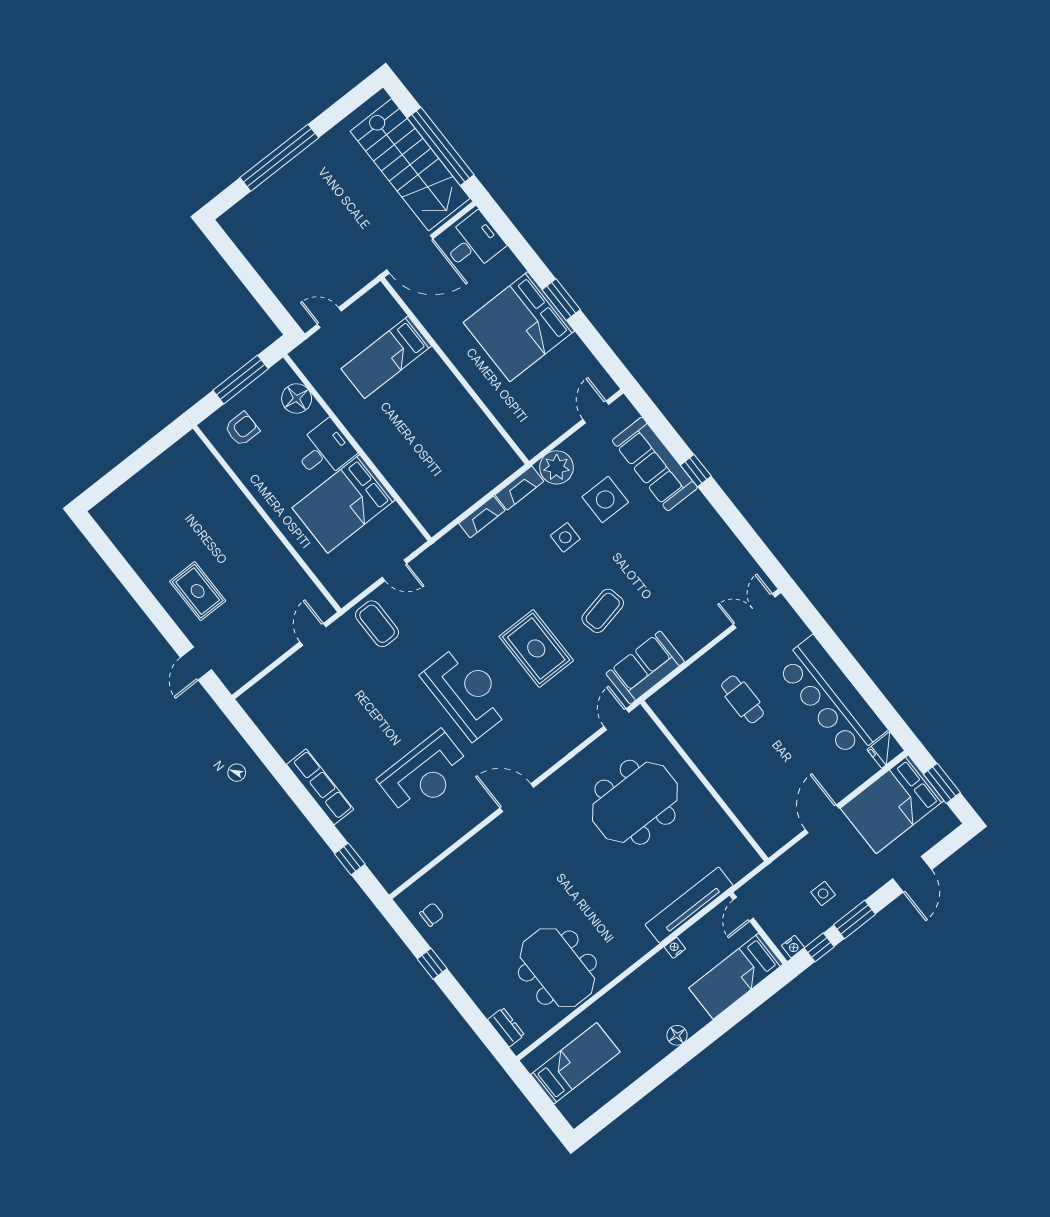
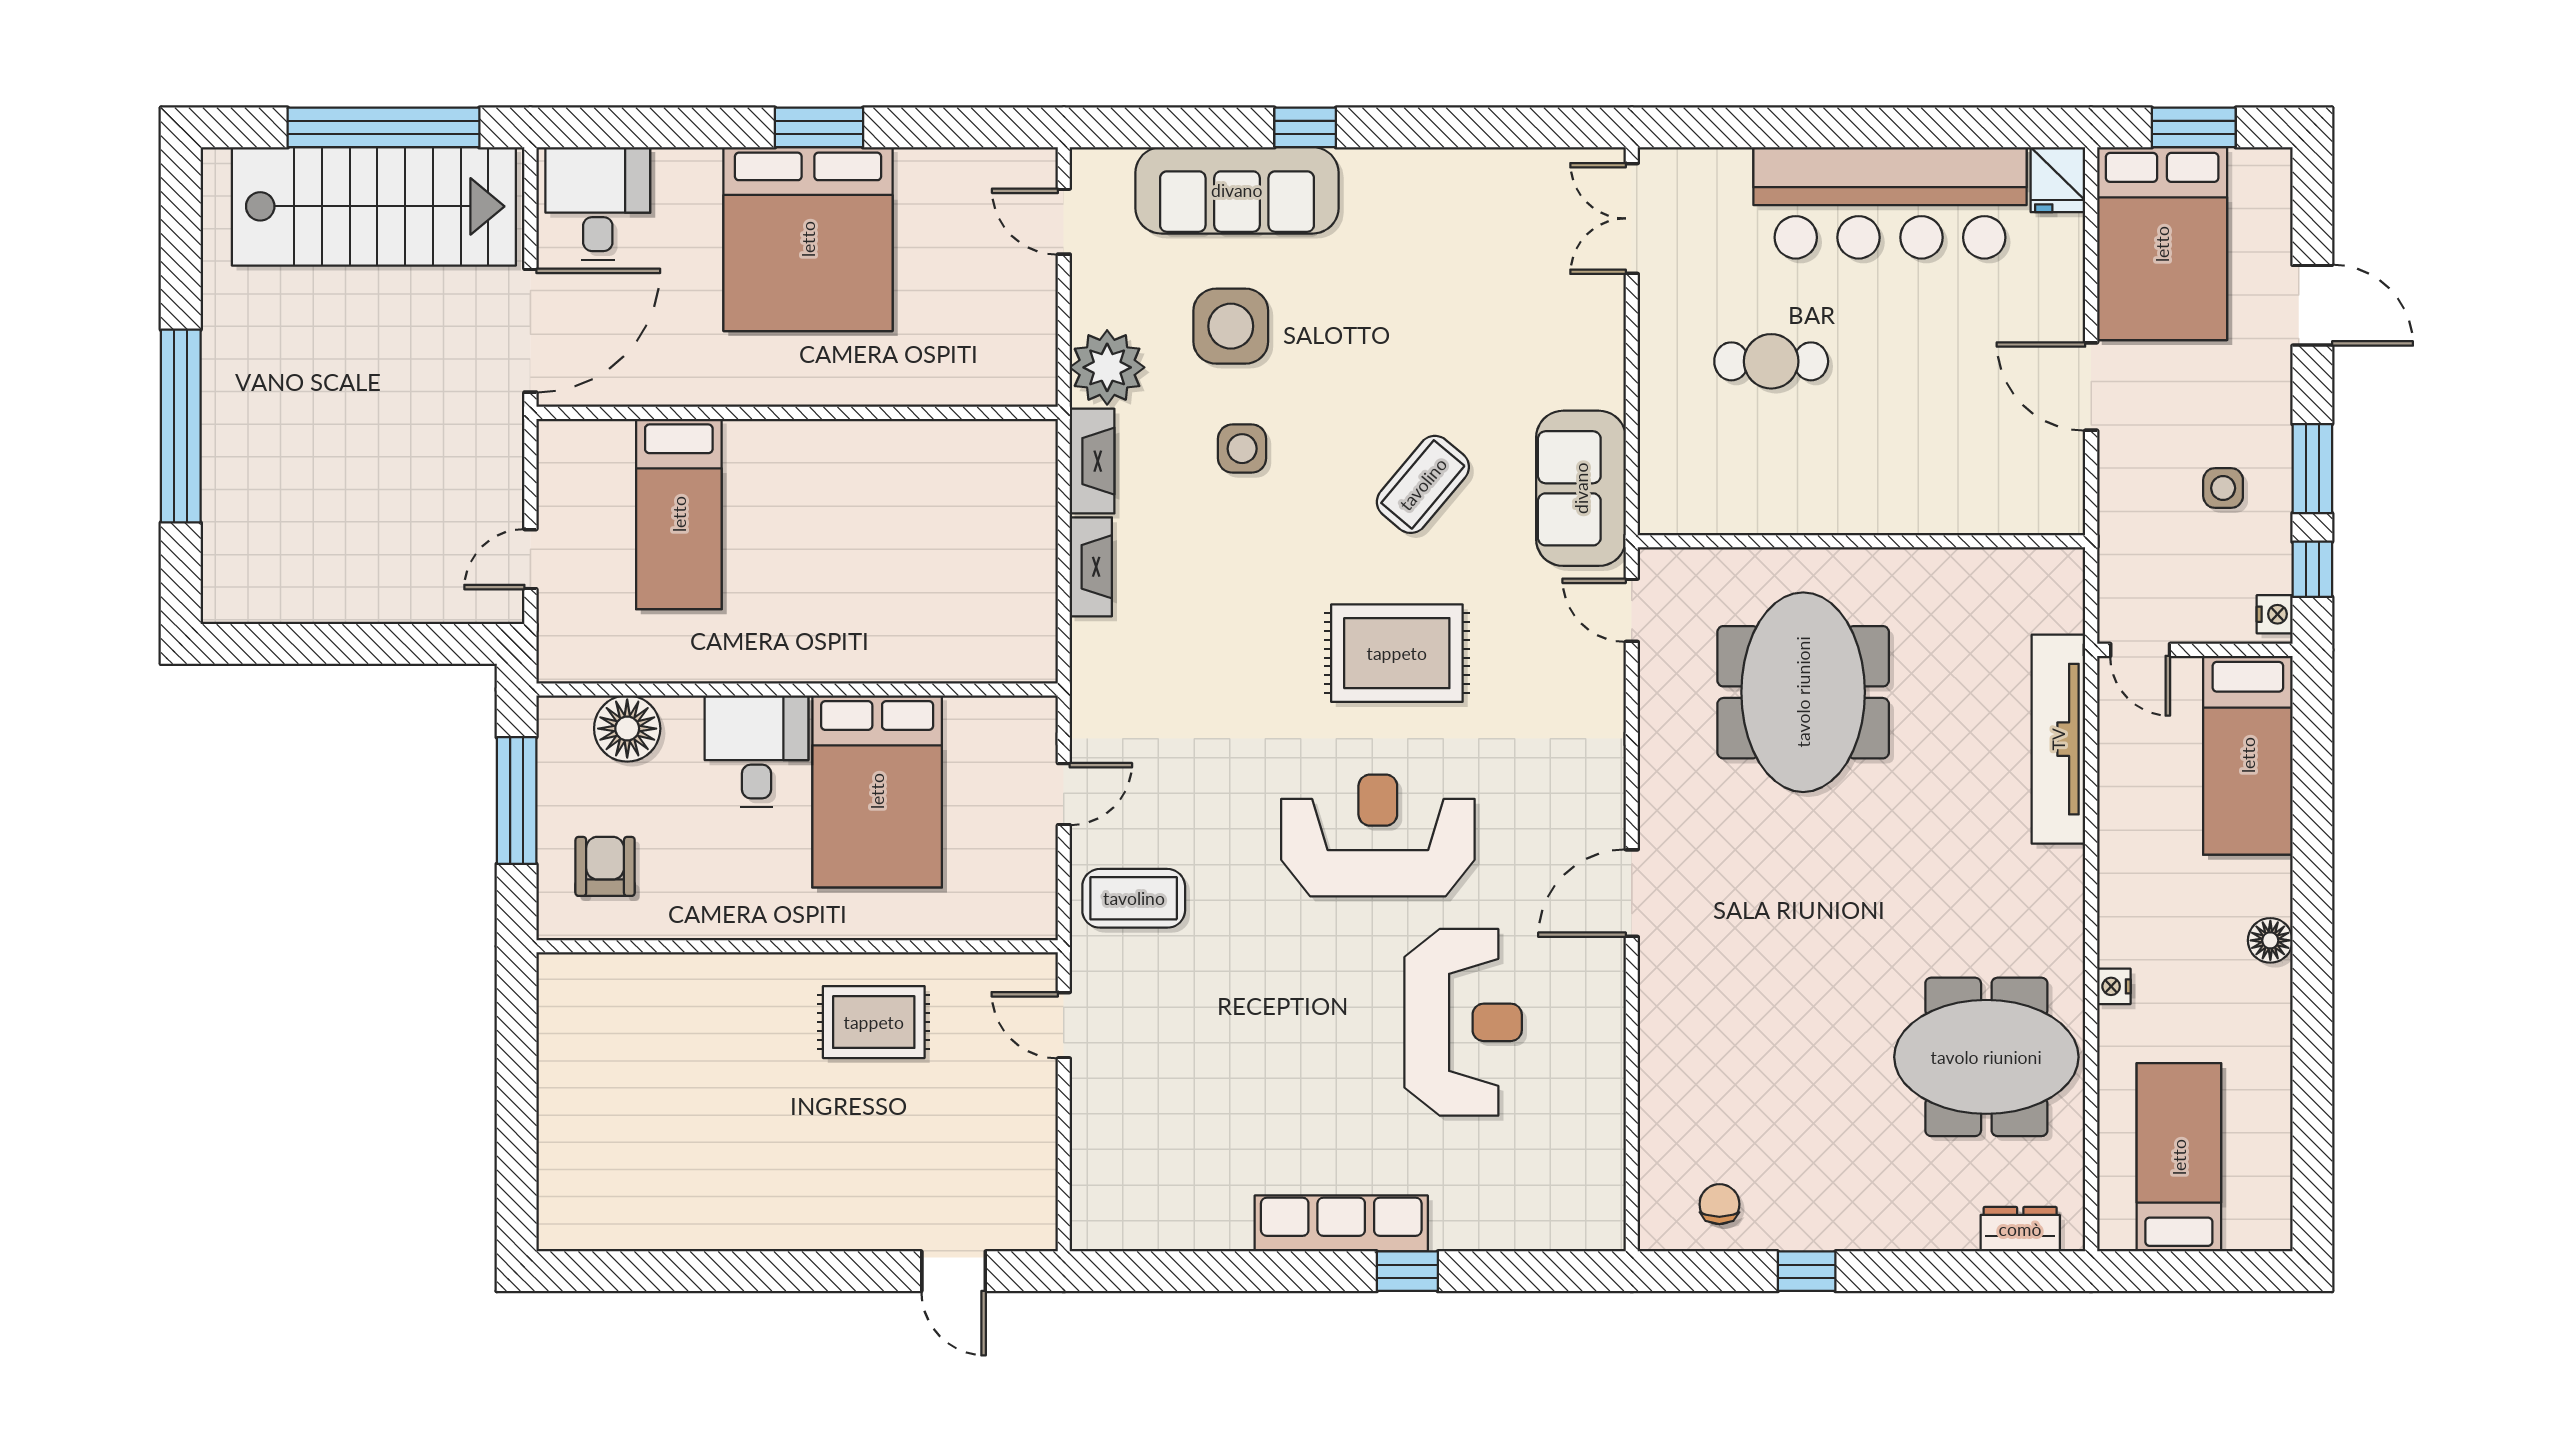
rug: (198, 591) -> (874, 1022), moved
coffee table: (603, 611) -> (1423, 484), turned 52
window: (350, 859) -> (1407, 1271), moved
nightstand: (675, 948) -> (2114, 986), moved

